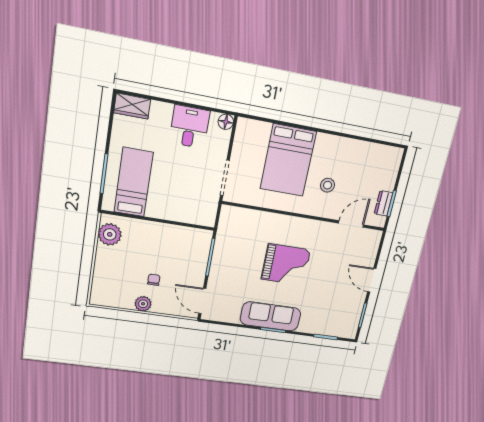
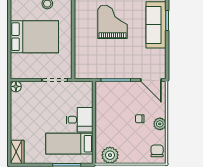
desk: (190, 127) -> (79, 120), moved, turned 180
chair: (107, 295) -> (157, 151), added
door: (202, 301) -> (151, 80), hinge flipped

